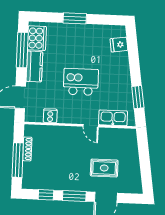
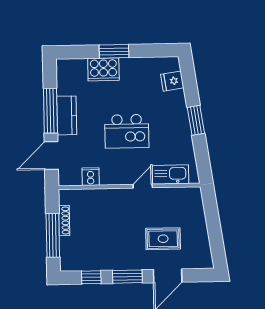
cooker: (37, 38) -> (103, 69), moved, turned 90
window: (22, 50) -> (50, 111), moved
kitchen island: (81, 82) -> (127, 131), turned 180
window: (138, 97) -> (196, 120), moved
door: (91, 126) -> (143, 186), swing flipped

